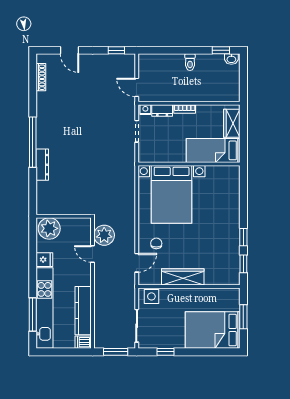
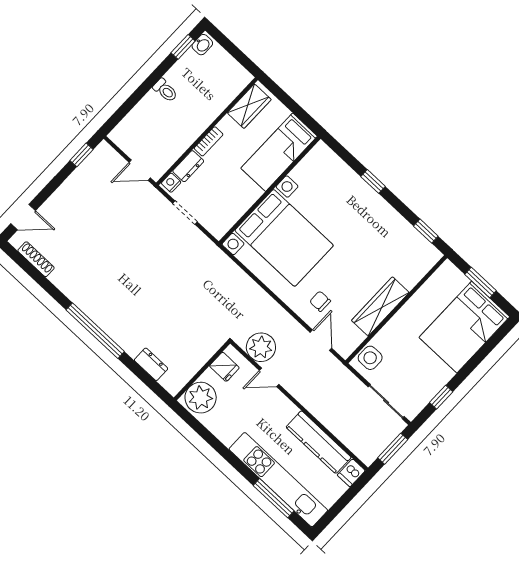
door: (69, 50) -> (23, 217), moved
wardrobe: (232, 123) -> (249, 106), moved, turned -90
dresser: (42, 165) -> (151, 364), moved, width x0.70
window: (243, 237) -> (373, 181), moved
fridge: (44, 260) -> (224, 367), moved, turned 90

